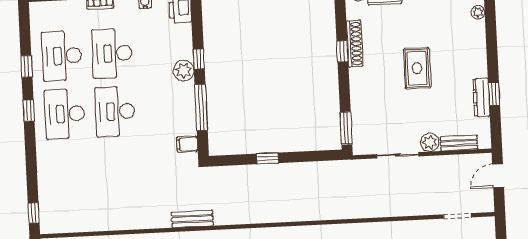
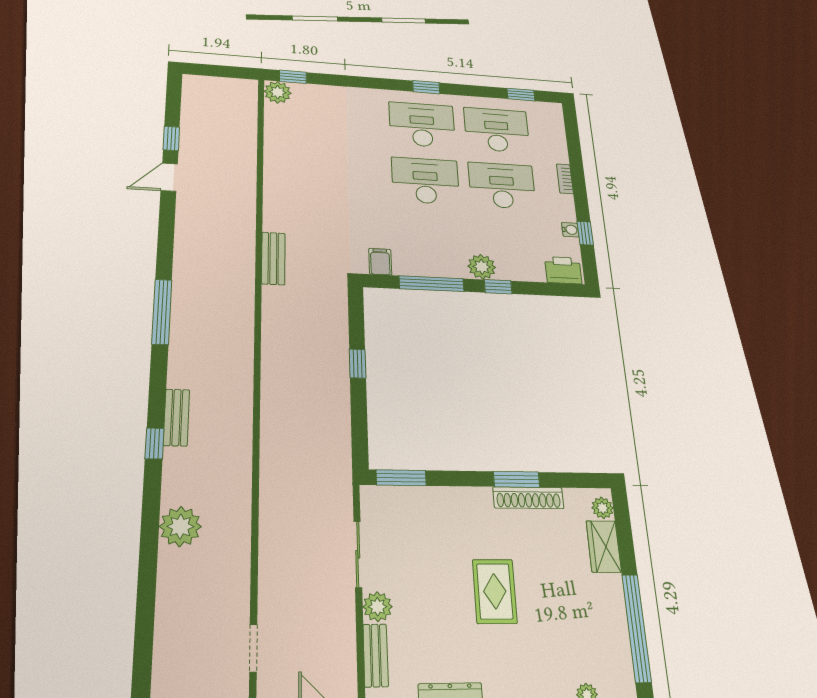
window: (342, 51) -> (517, 479), width x1.50
window: (26, 66) -> (521, 95), moved
rug: (417, 68) -> (495, 591), turned 90
plant: (50, 224) -> (278, 92), added

